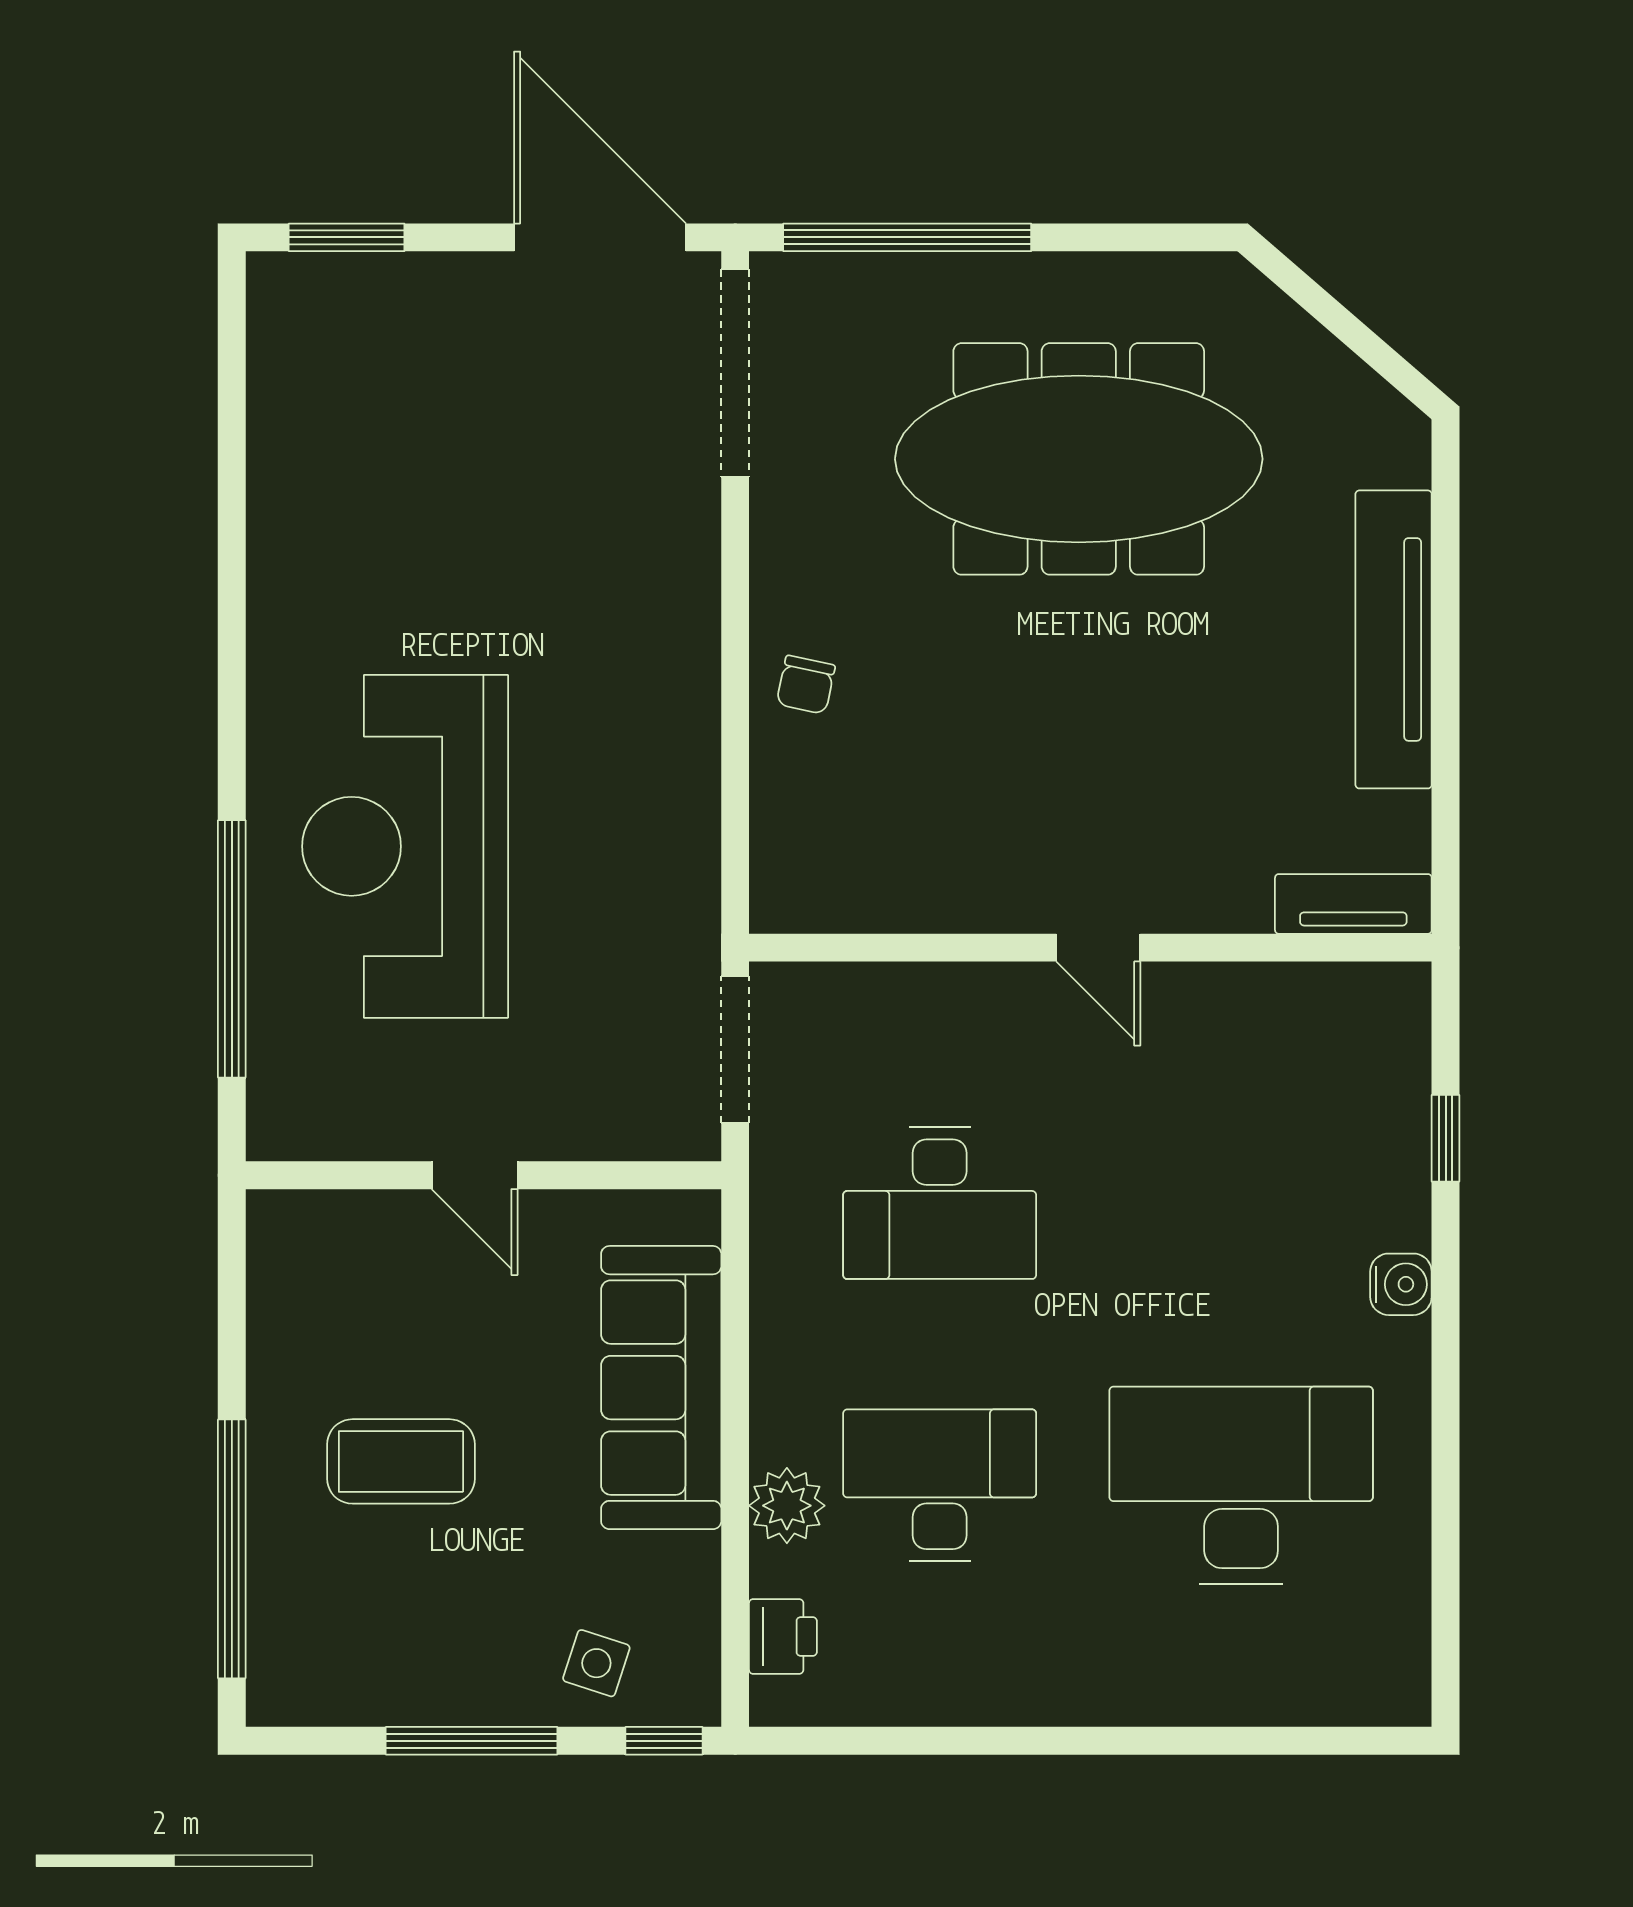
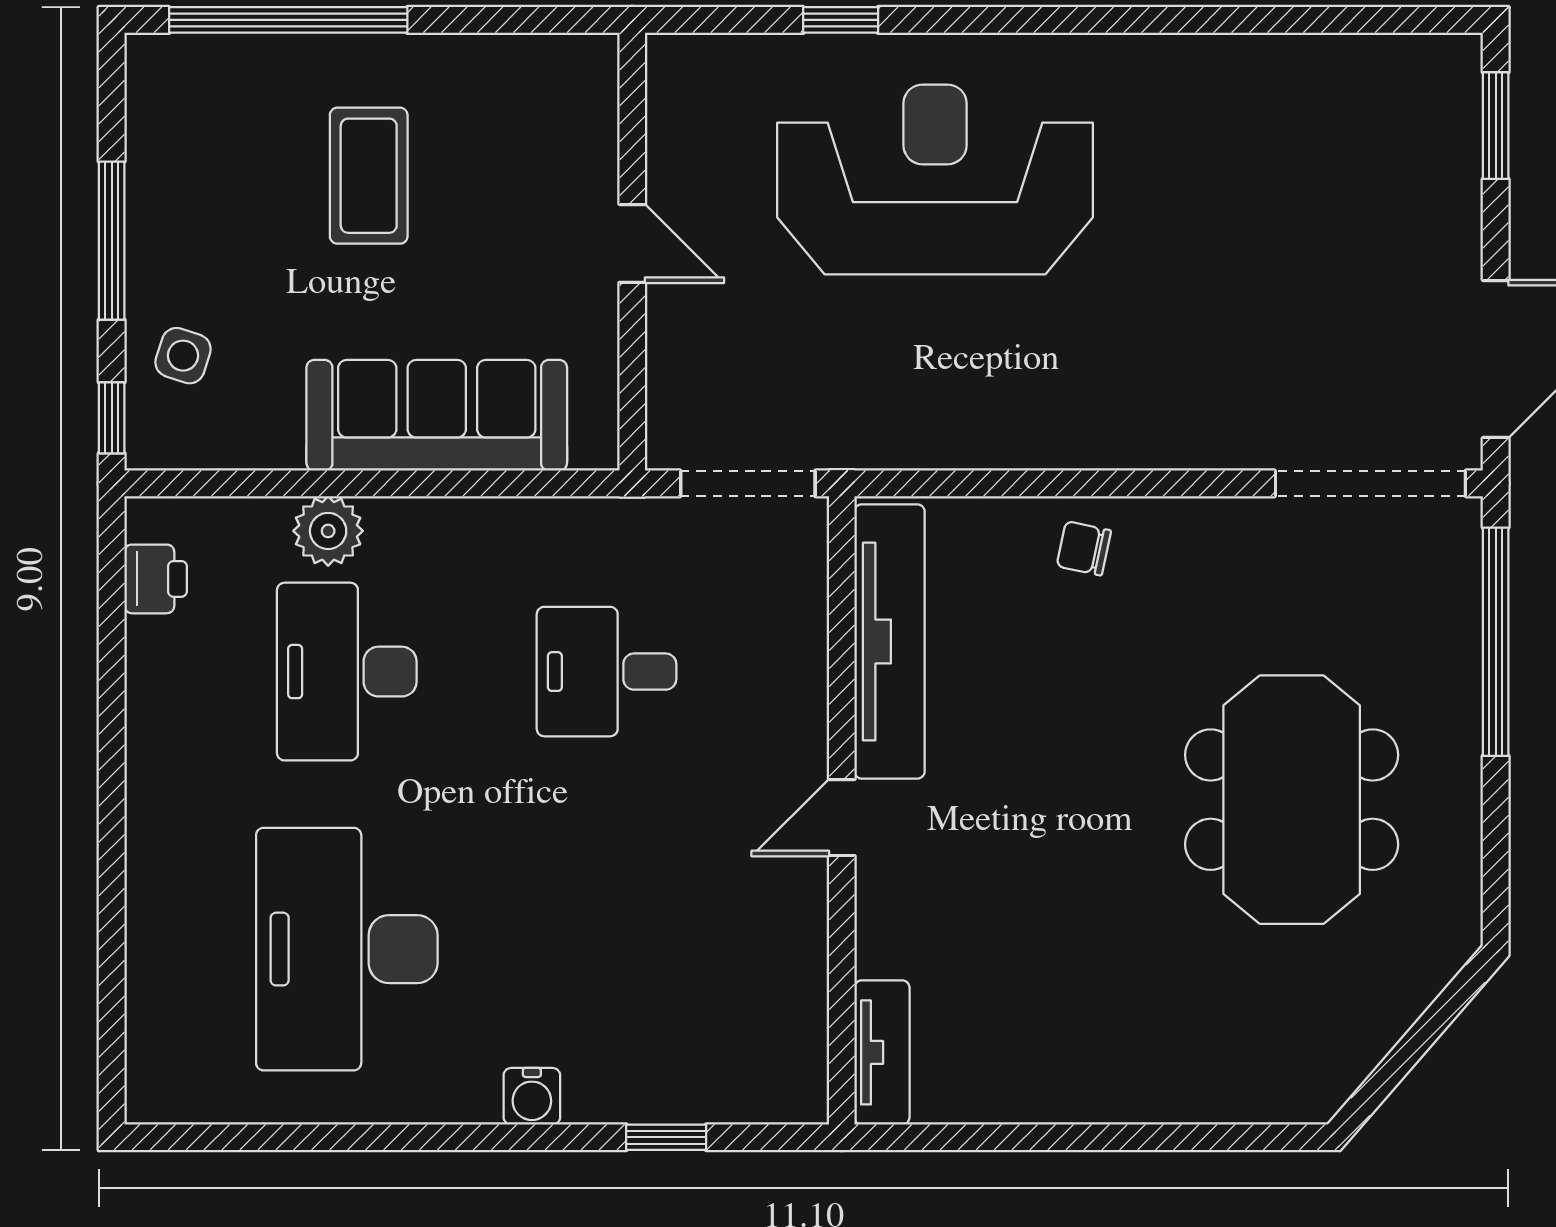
meeting table: (1079, 459) -> (1292, 800), width x0.73
tv unit: (1394, 639) -> (890, 641), moved, turned 90
window: (232, 949) -> (841, 20), width x0.32
door: (475, 1175) -> (632, 243), swing flipped
desk: (940, 1203) -> (607, 672), width x0.73
desk: (940, 1485) -> (347, 672), turned 180
desk: (1241, 1485) -> (347, 949), turned 180
printer: (783, 1636) -> (156, 579), moved, turned -90

